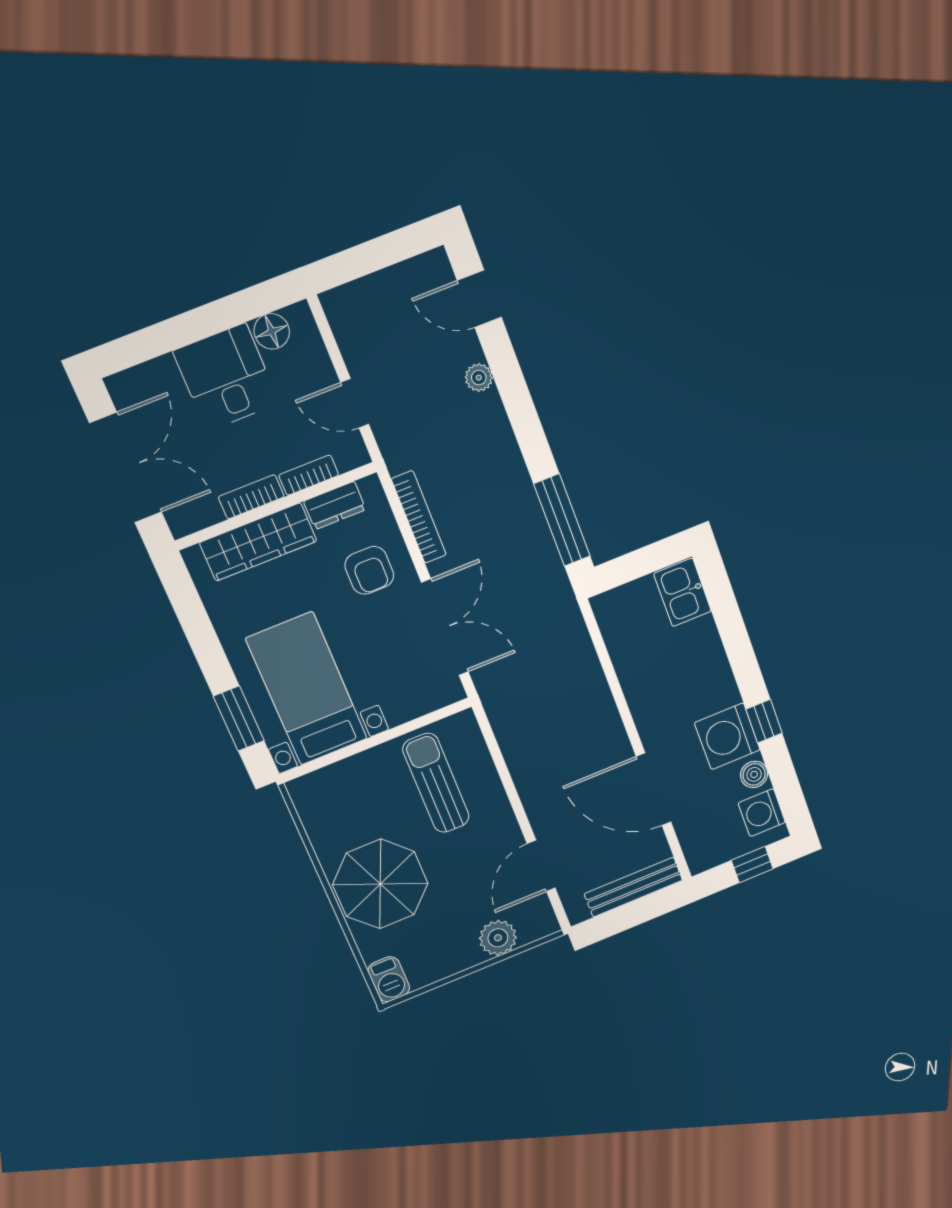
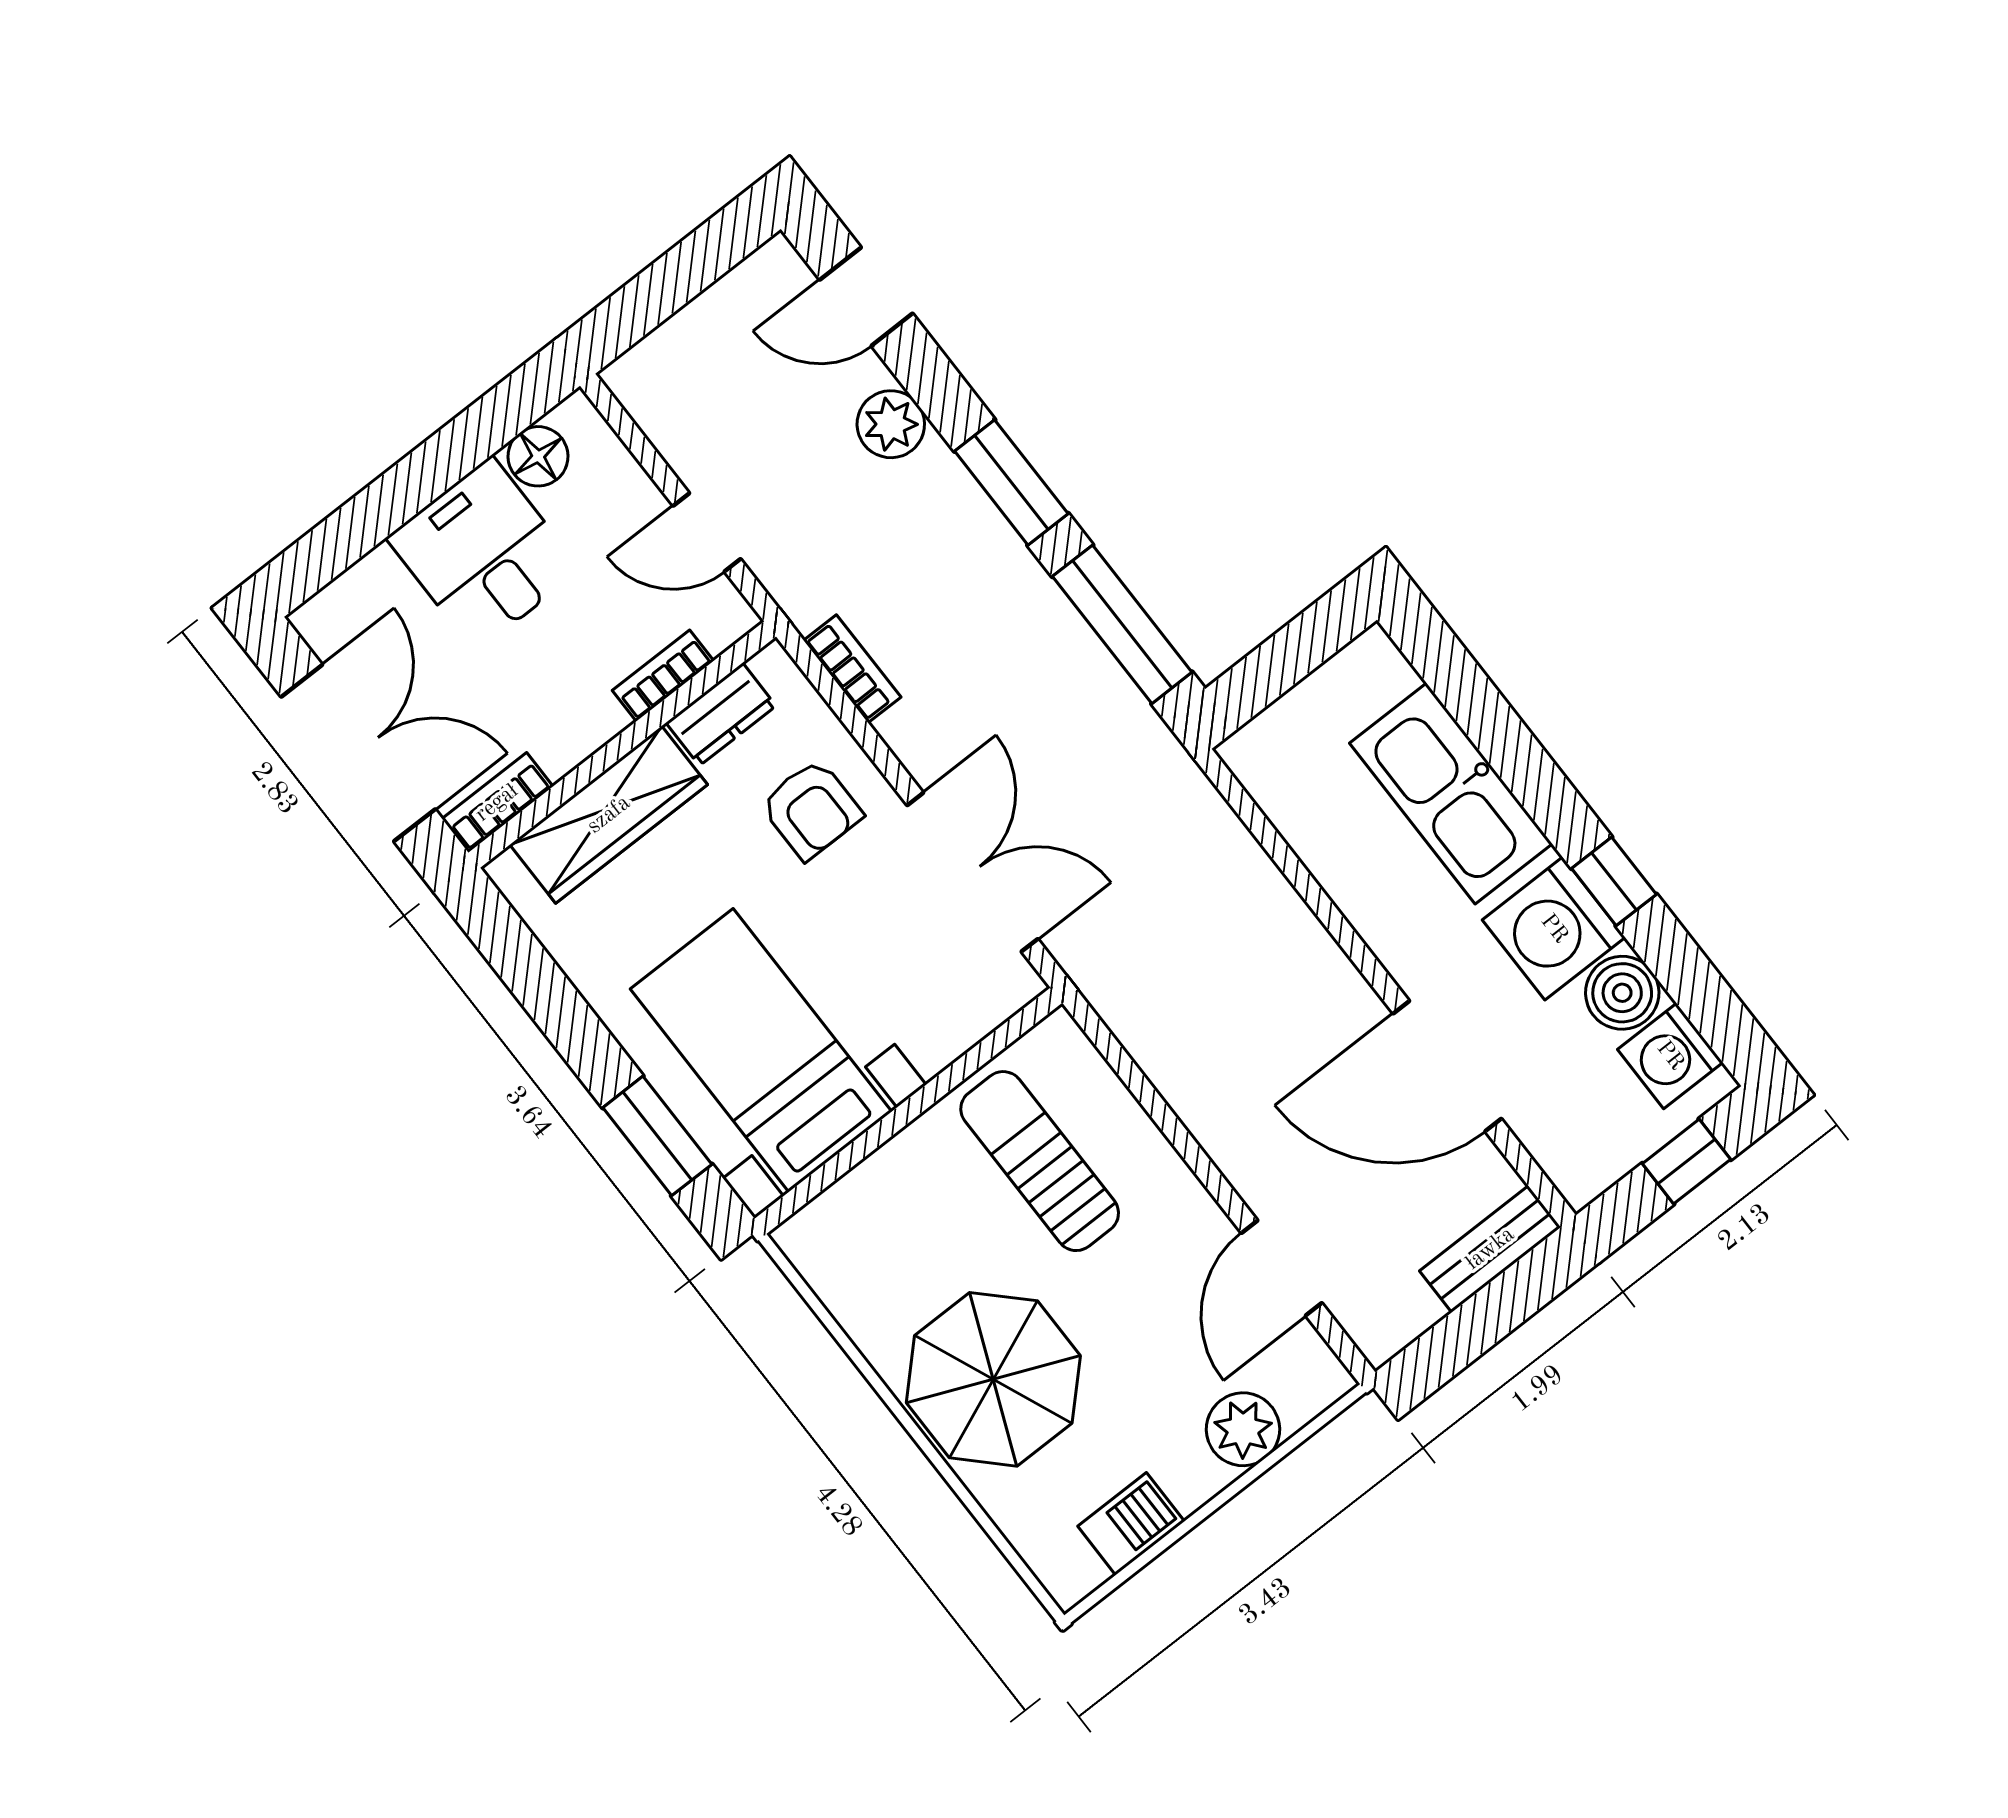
plant: (479, 378) -> (891, 424), width x1.38, depth x1.38
window: (527, 427) -> (1011, 482), added
bookcase: (251, 497) -> (497, 803), moved
bookcase: (419, 517) -> (852, 669), width x0.64
kitchen sink: (683, 592) -> (1451, 794), moved, width x1.88, depth x1.24
boiler: (754, 774) -> (1622, 993), width x1.36, depth x1.36
bench: (633, 887) -> (1490, 1249), width x0.73
barbecue: (389, 979) -> (1131, 1524), moved, turned -90

